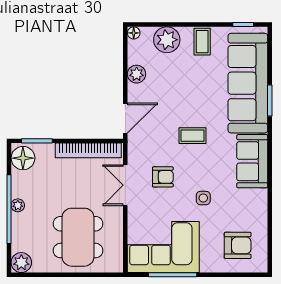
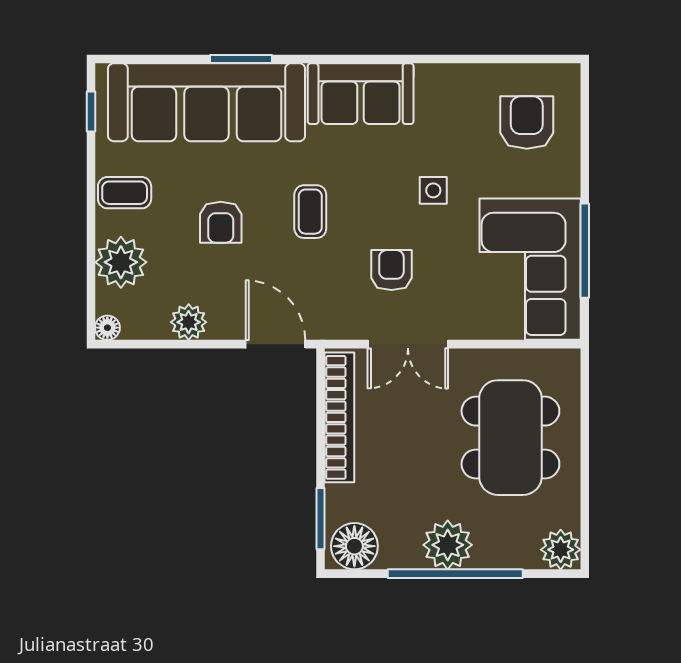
armchair: (187, 90) -> (221, 222), added
plant: (18, 205) -> (448, 545), width x1.88, depth x1.88
dining table: (78, 237) -> (510, 438), turned 90

